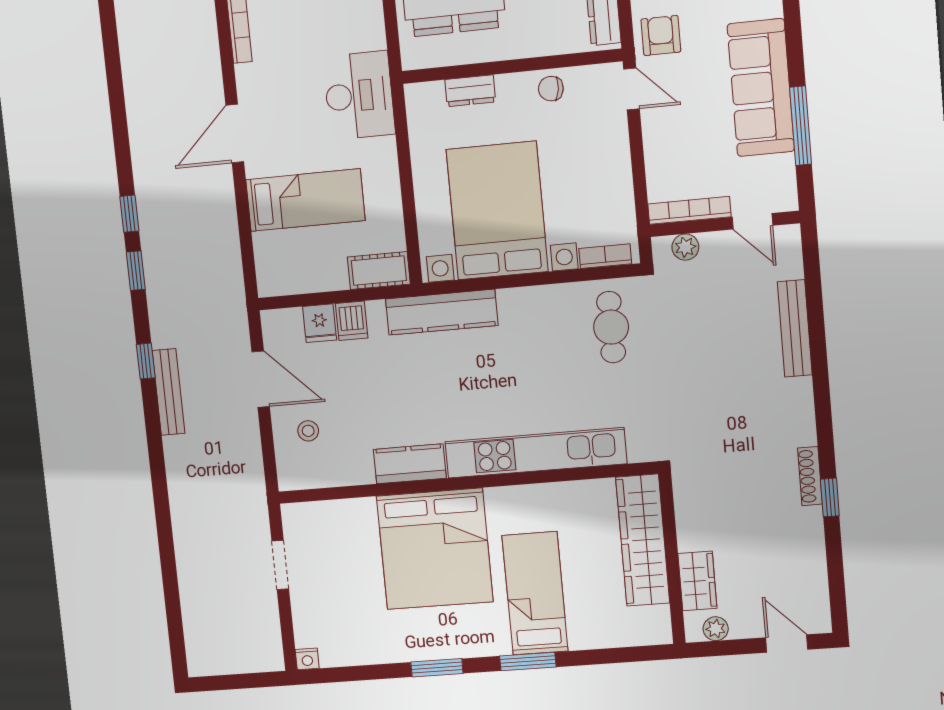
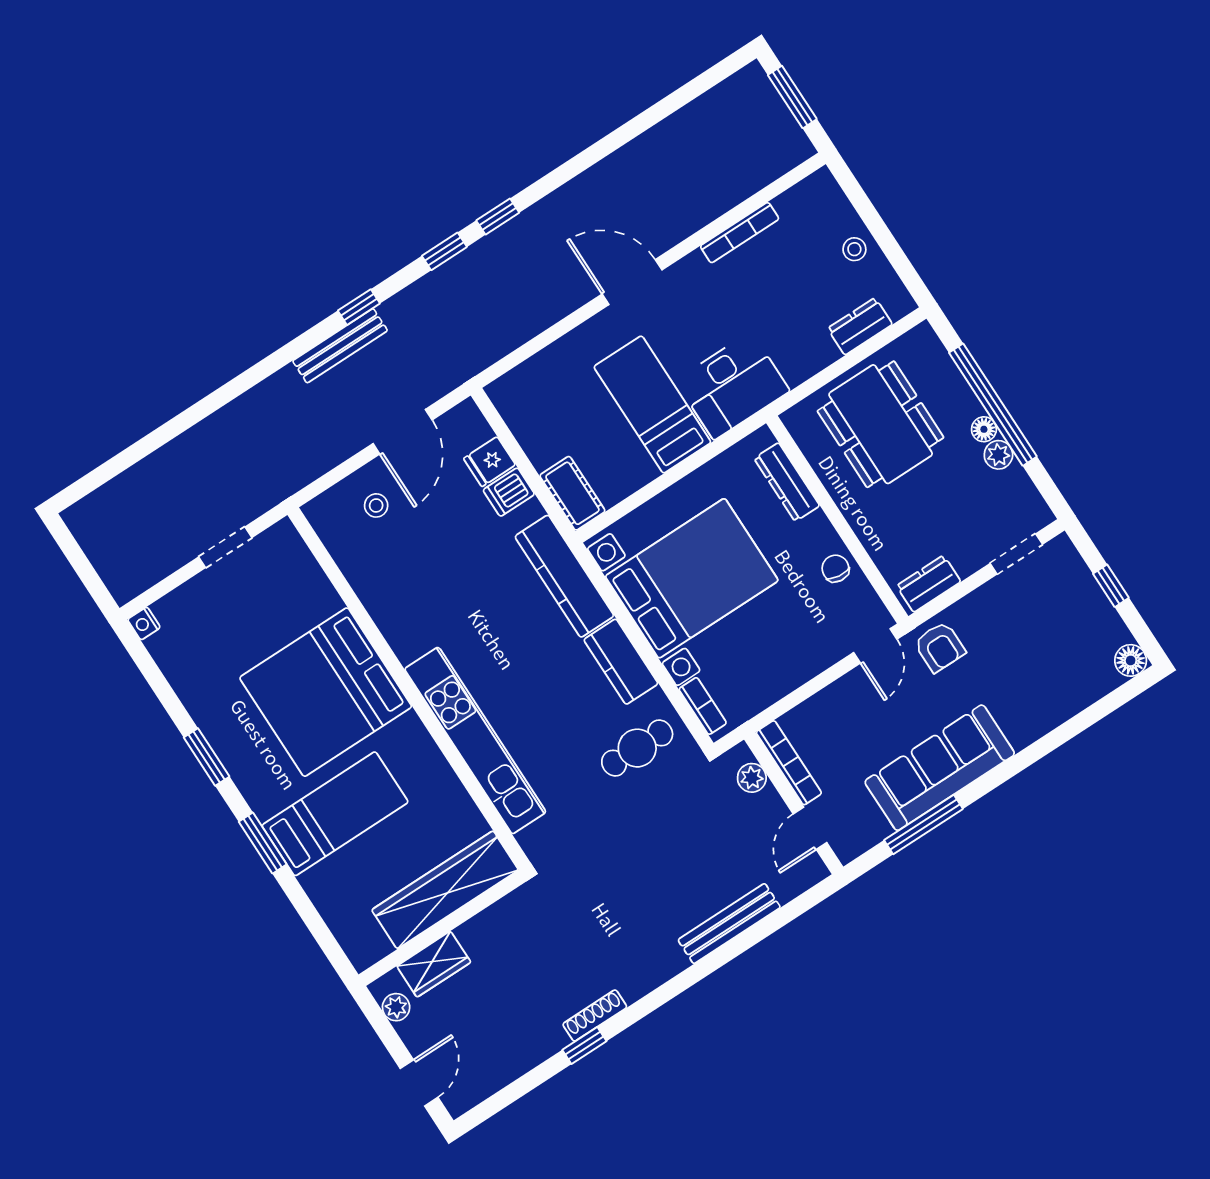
armchair: (661, 35) -> (940, 647), turned 90
dresser: (470, 91) -> (787, 482), width x1.44
bed: (305, 200) -> (652, 404), moved, turned 180
kitchen counter: (410, 464) -> (621, 662), moved, turned 180

